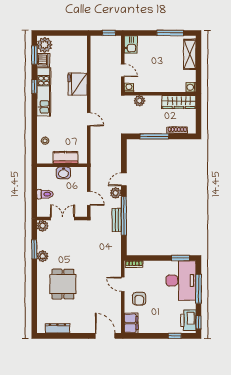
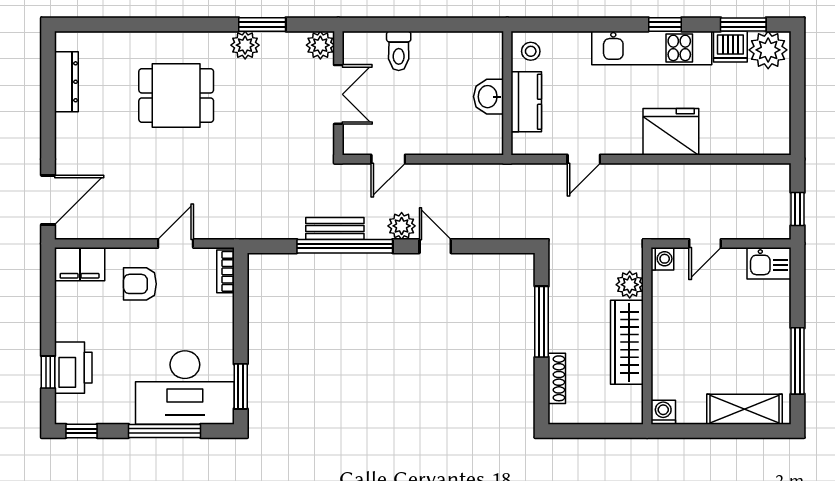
wardrobe: (179, 102) -> (627, 342), moved
kitchen counter: (66, 158) -> (526, 102), moved
wall: (62, 165) -> (507, 93), moved
washbasin: (63, 173) -> (488, 97), moved
printer: (188, 320) -> (73, 368), moved, turned 90

